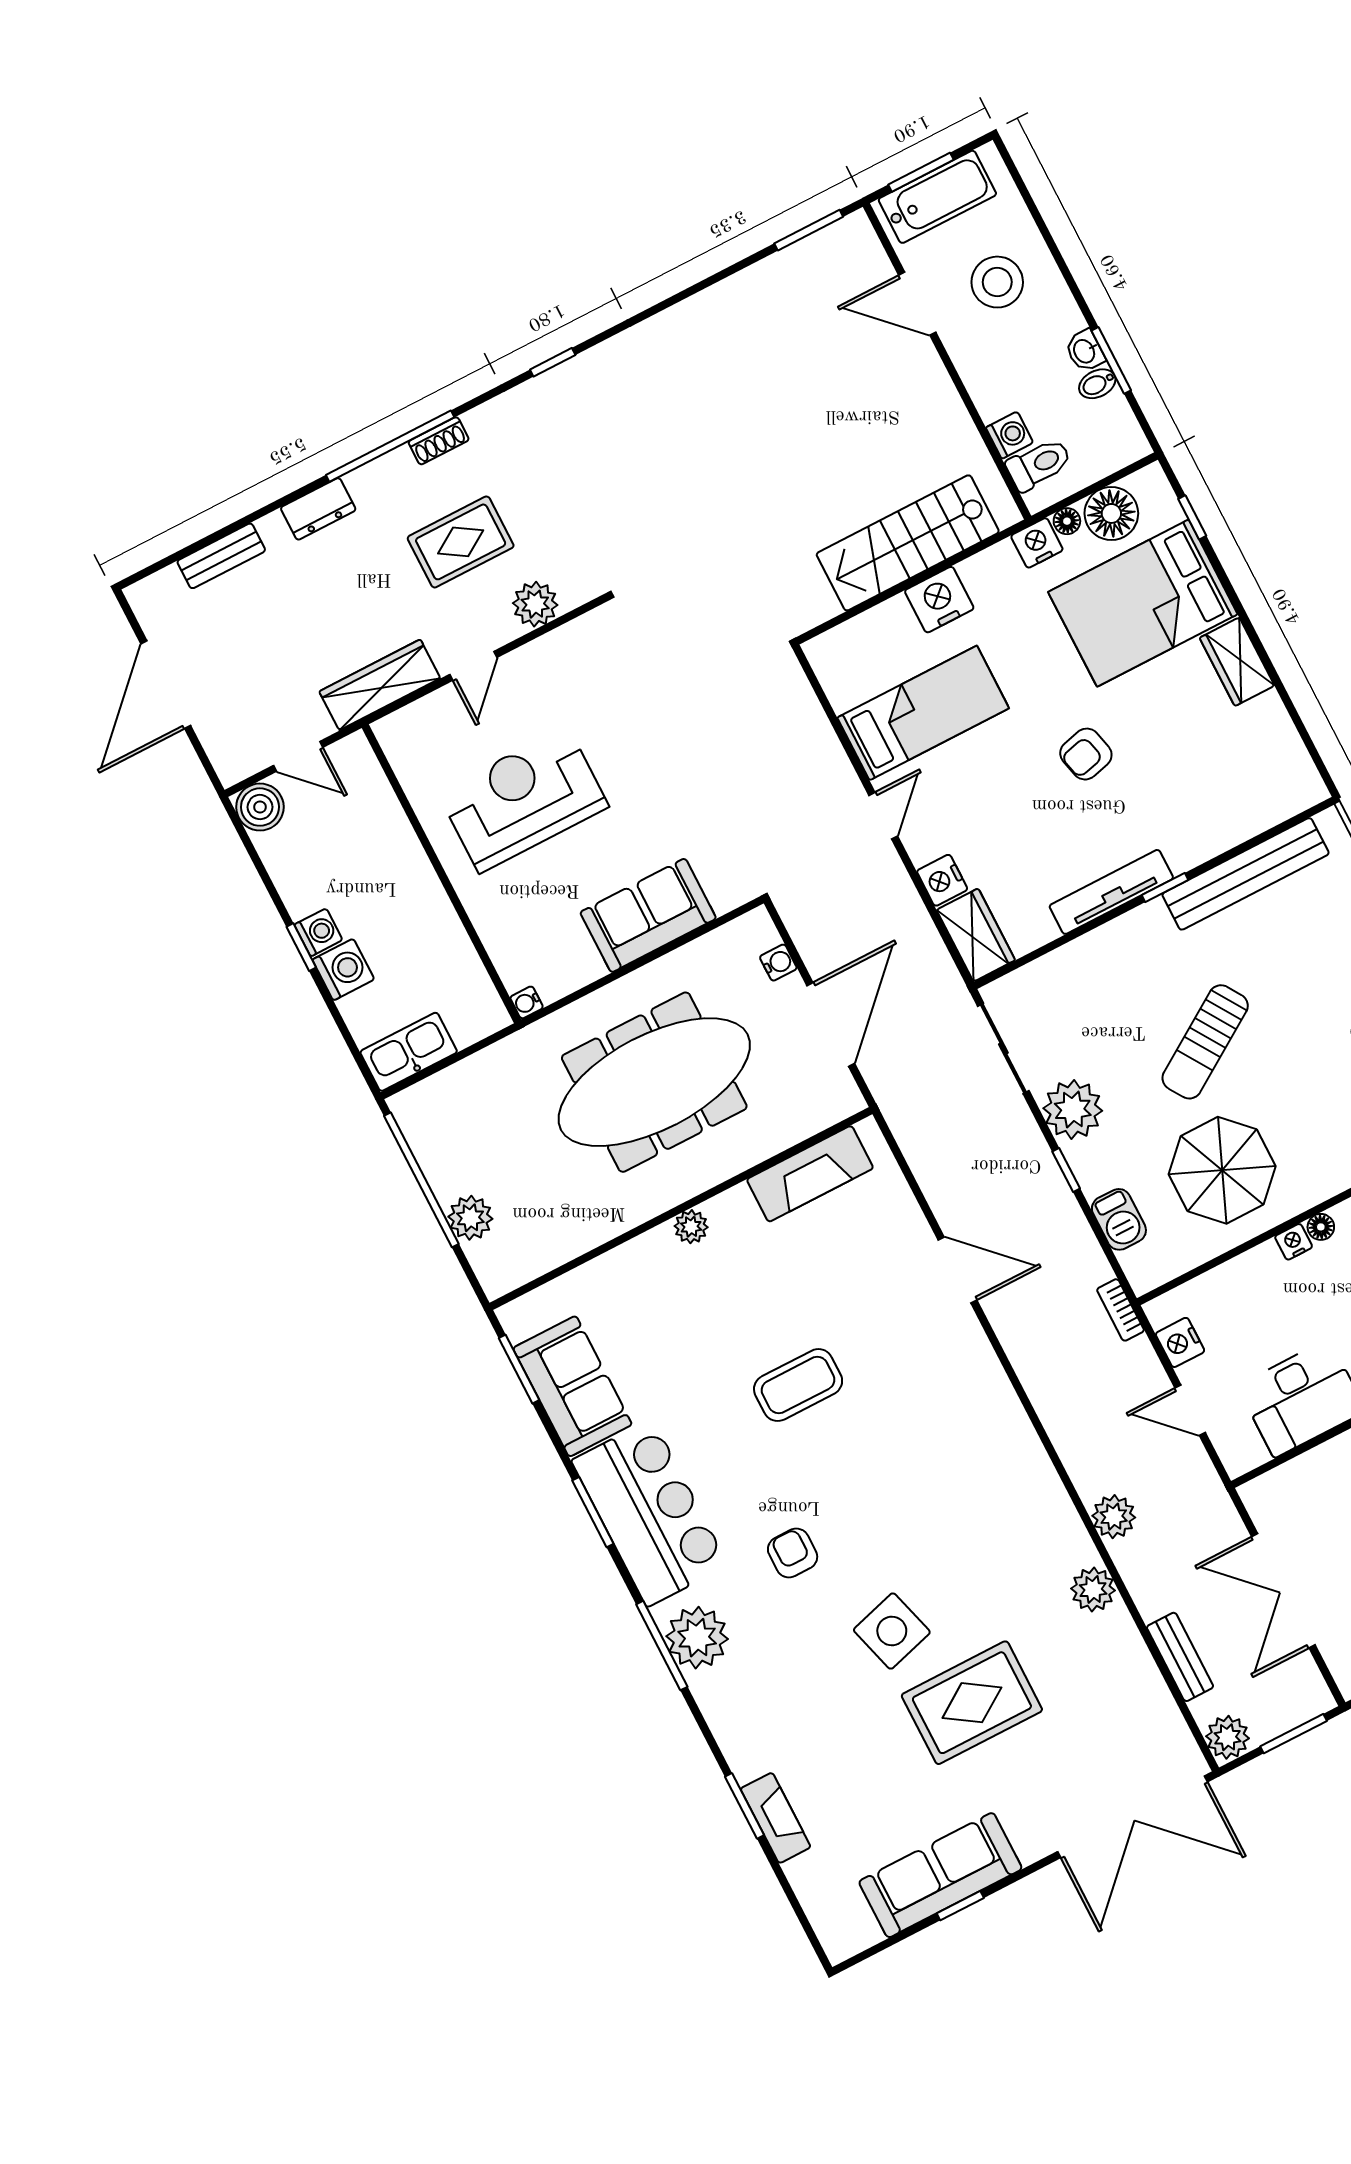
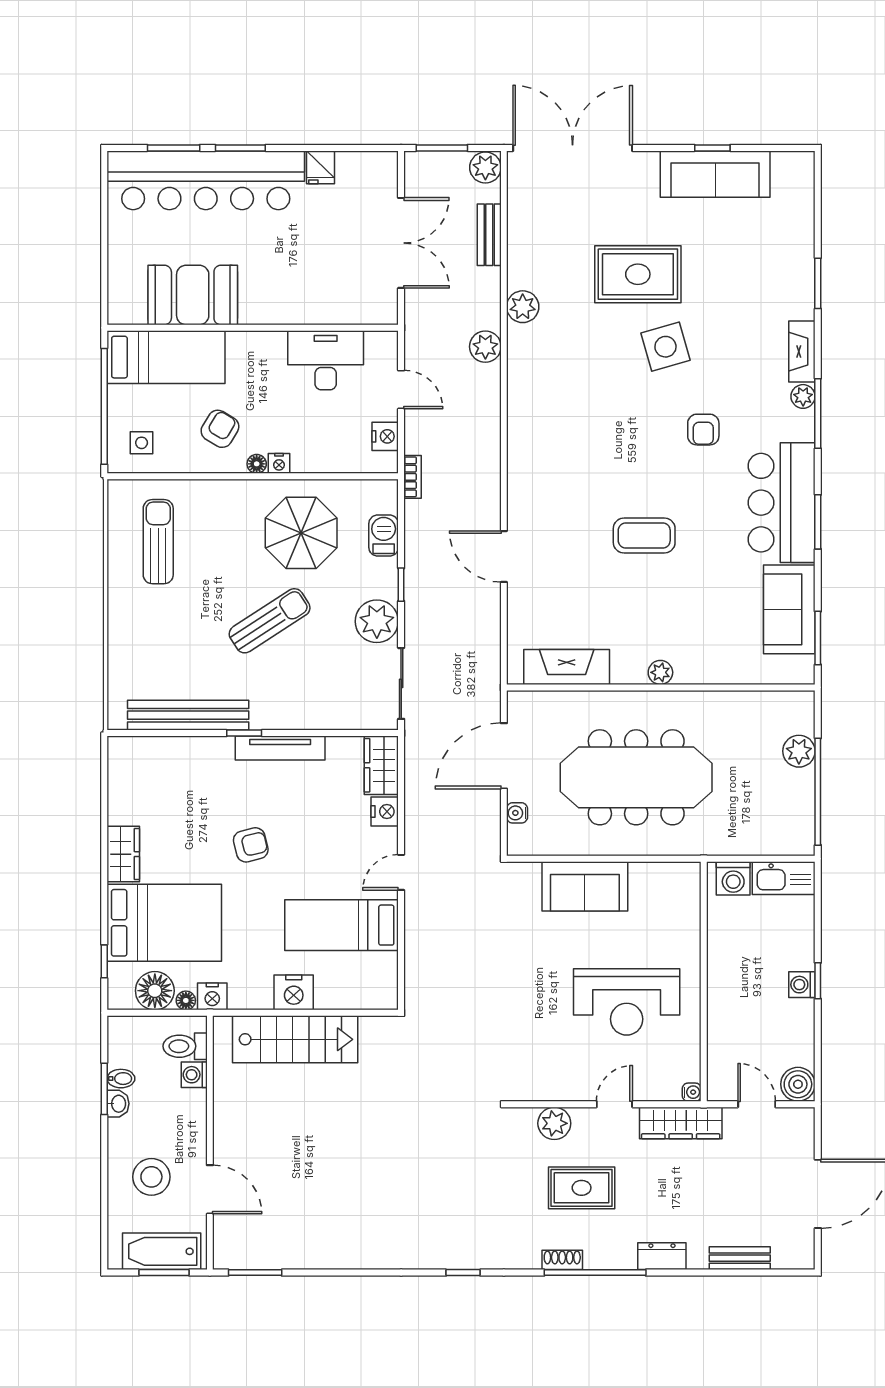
washing machine: (343, 969) -> (733, 878), moved, turned -90
water cooler: (527, 1002) -> (692, 1092), moved
plant: (697, 1638) -> (803, 396), width x0.53, depth x0.53
fireplace: (776, 1818) -> (802, 352), moved

